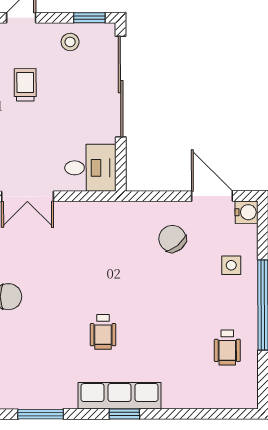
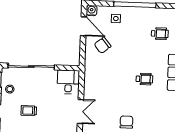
door: (212, 196) -> (84, 26), swing flipped
wheelchair: (227, 348) -> (160, 34), moved

